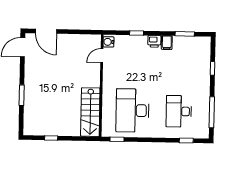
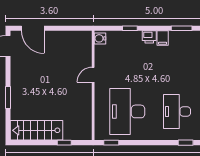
door: (102, 56) -> (93, 75), moved
stairs: (90, 112) -> (36, 130), moved, turned 90
window: (51, 138) -> (64, 143), moved

